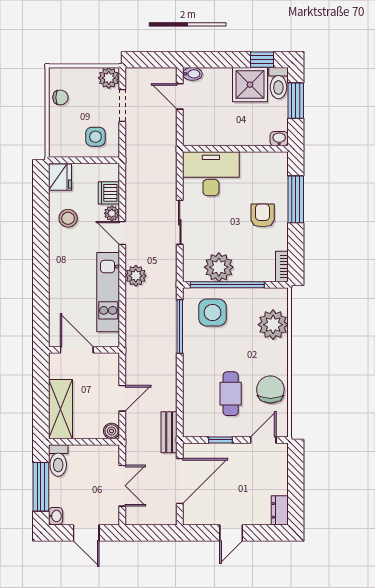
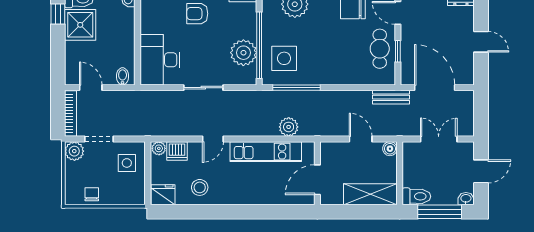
bookcase: (151, 74) -> (71, 114), added
bidet: (192, 74) -> (123, 76), moved
door: (180, 96) -> (91, 88), swing flipped
plant: (112, 213) -> (159, 148), moved
plant: (136, 276) -> (289, 127), moved
cafe table: (231, 394) -> (380, 49), moved, turned 90

